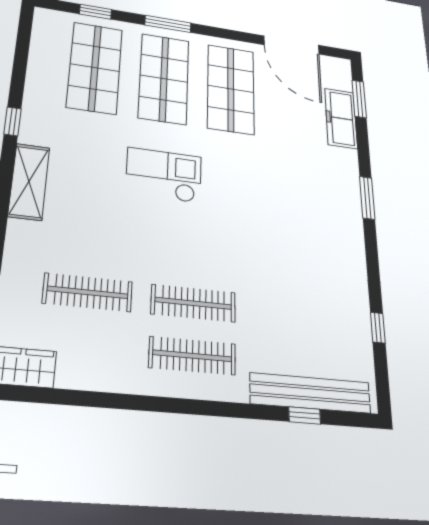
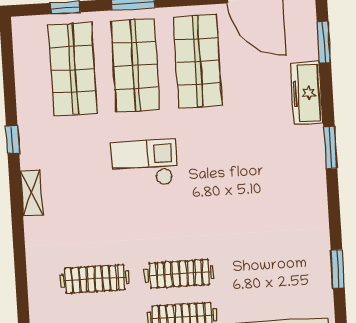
freezer: (341, 118) -> (307, 93), moved
shelving: (29, 182) -> (32, 193), width x0.67, depth x0.75
window: (378, 328) -> (338, 269), width x1.50

